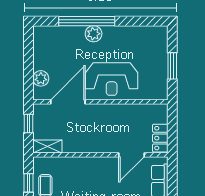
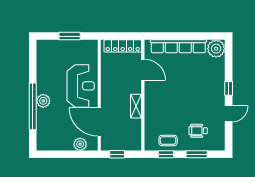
locker: (160, 138) -> (123, 46), width x1.53
shelving: (47, 146) -> (136, 106), moved

